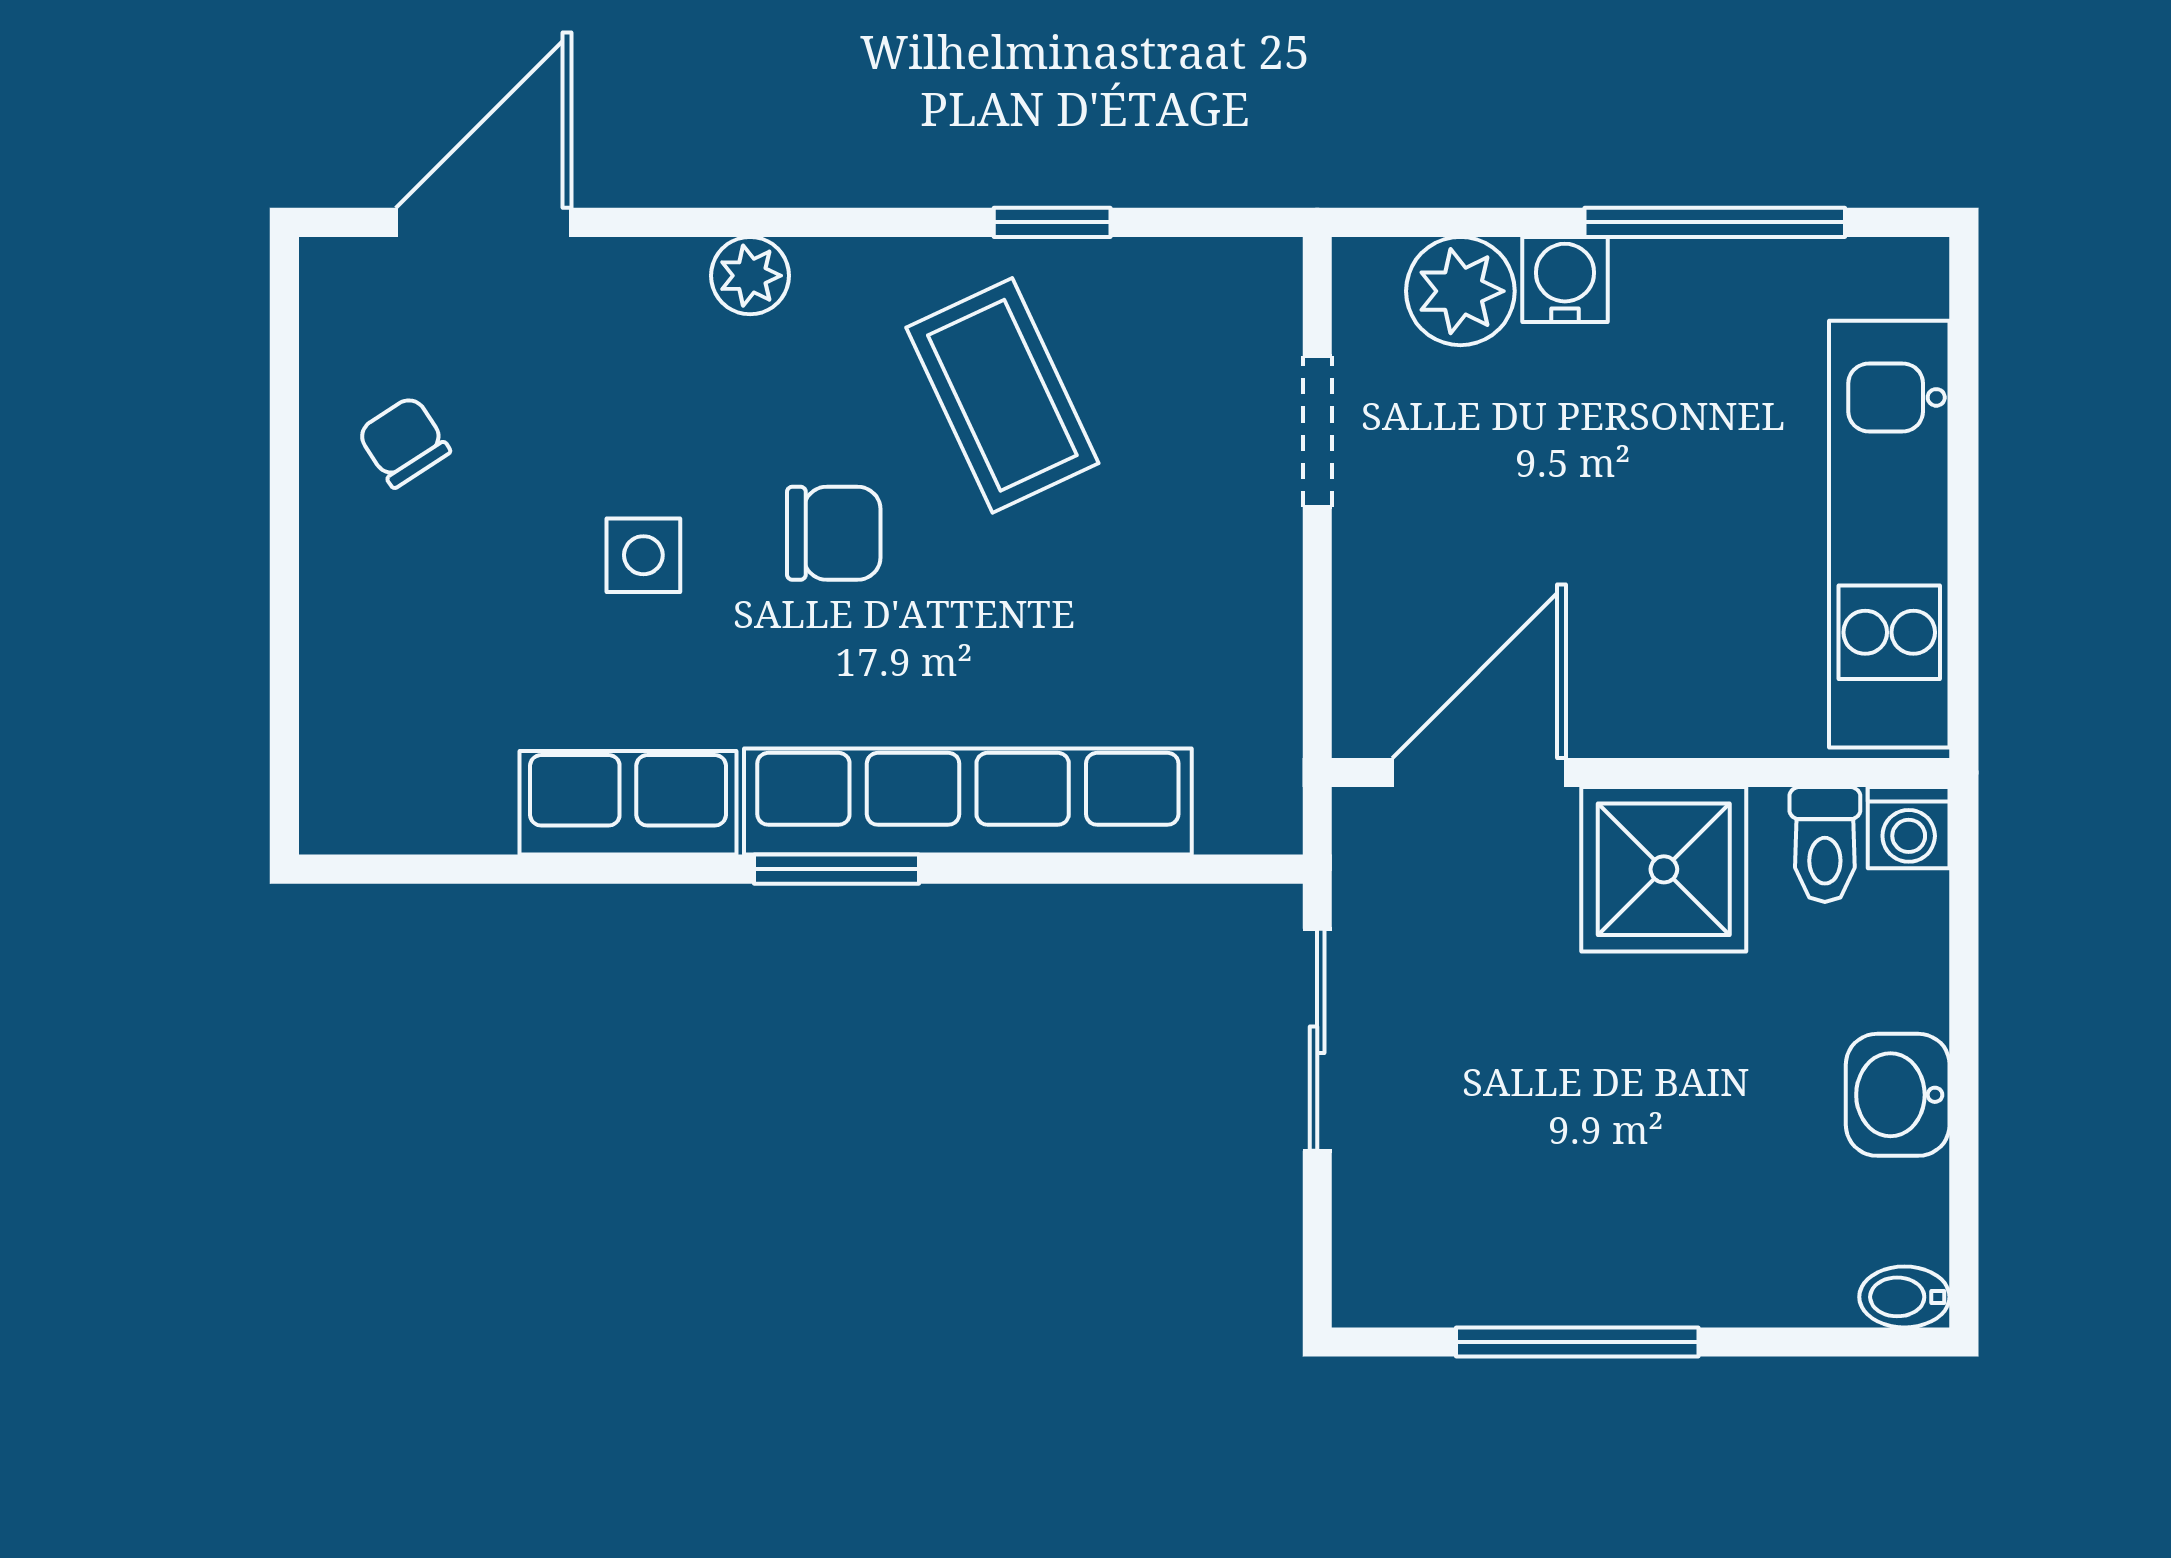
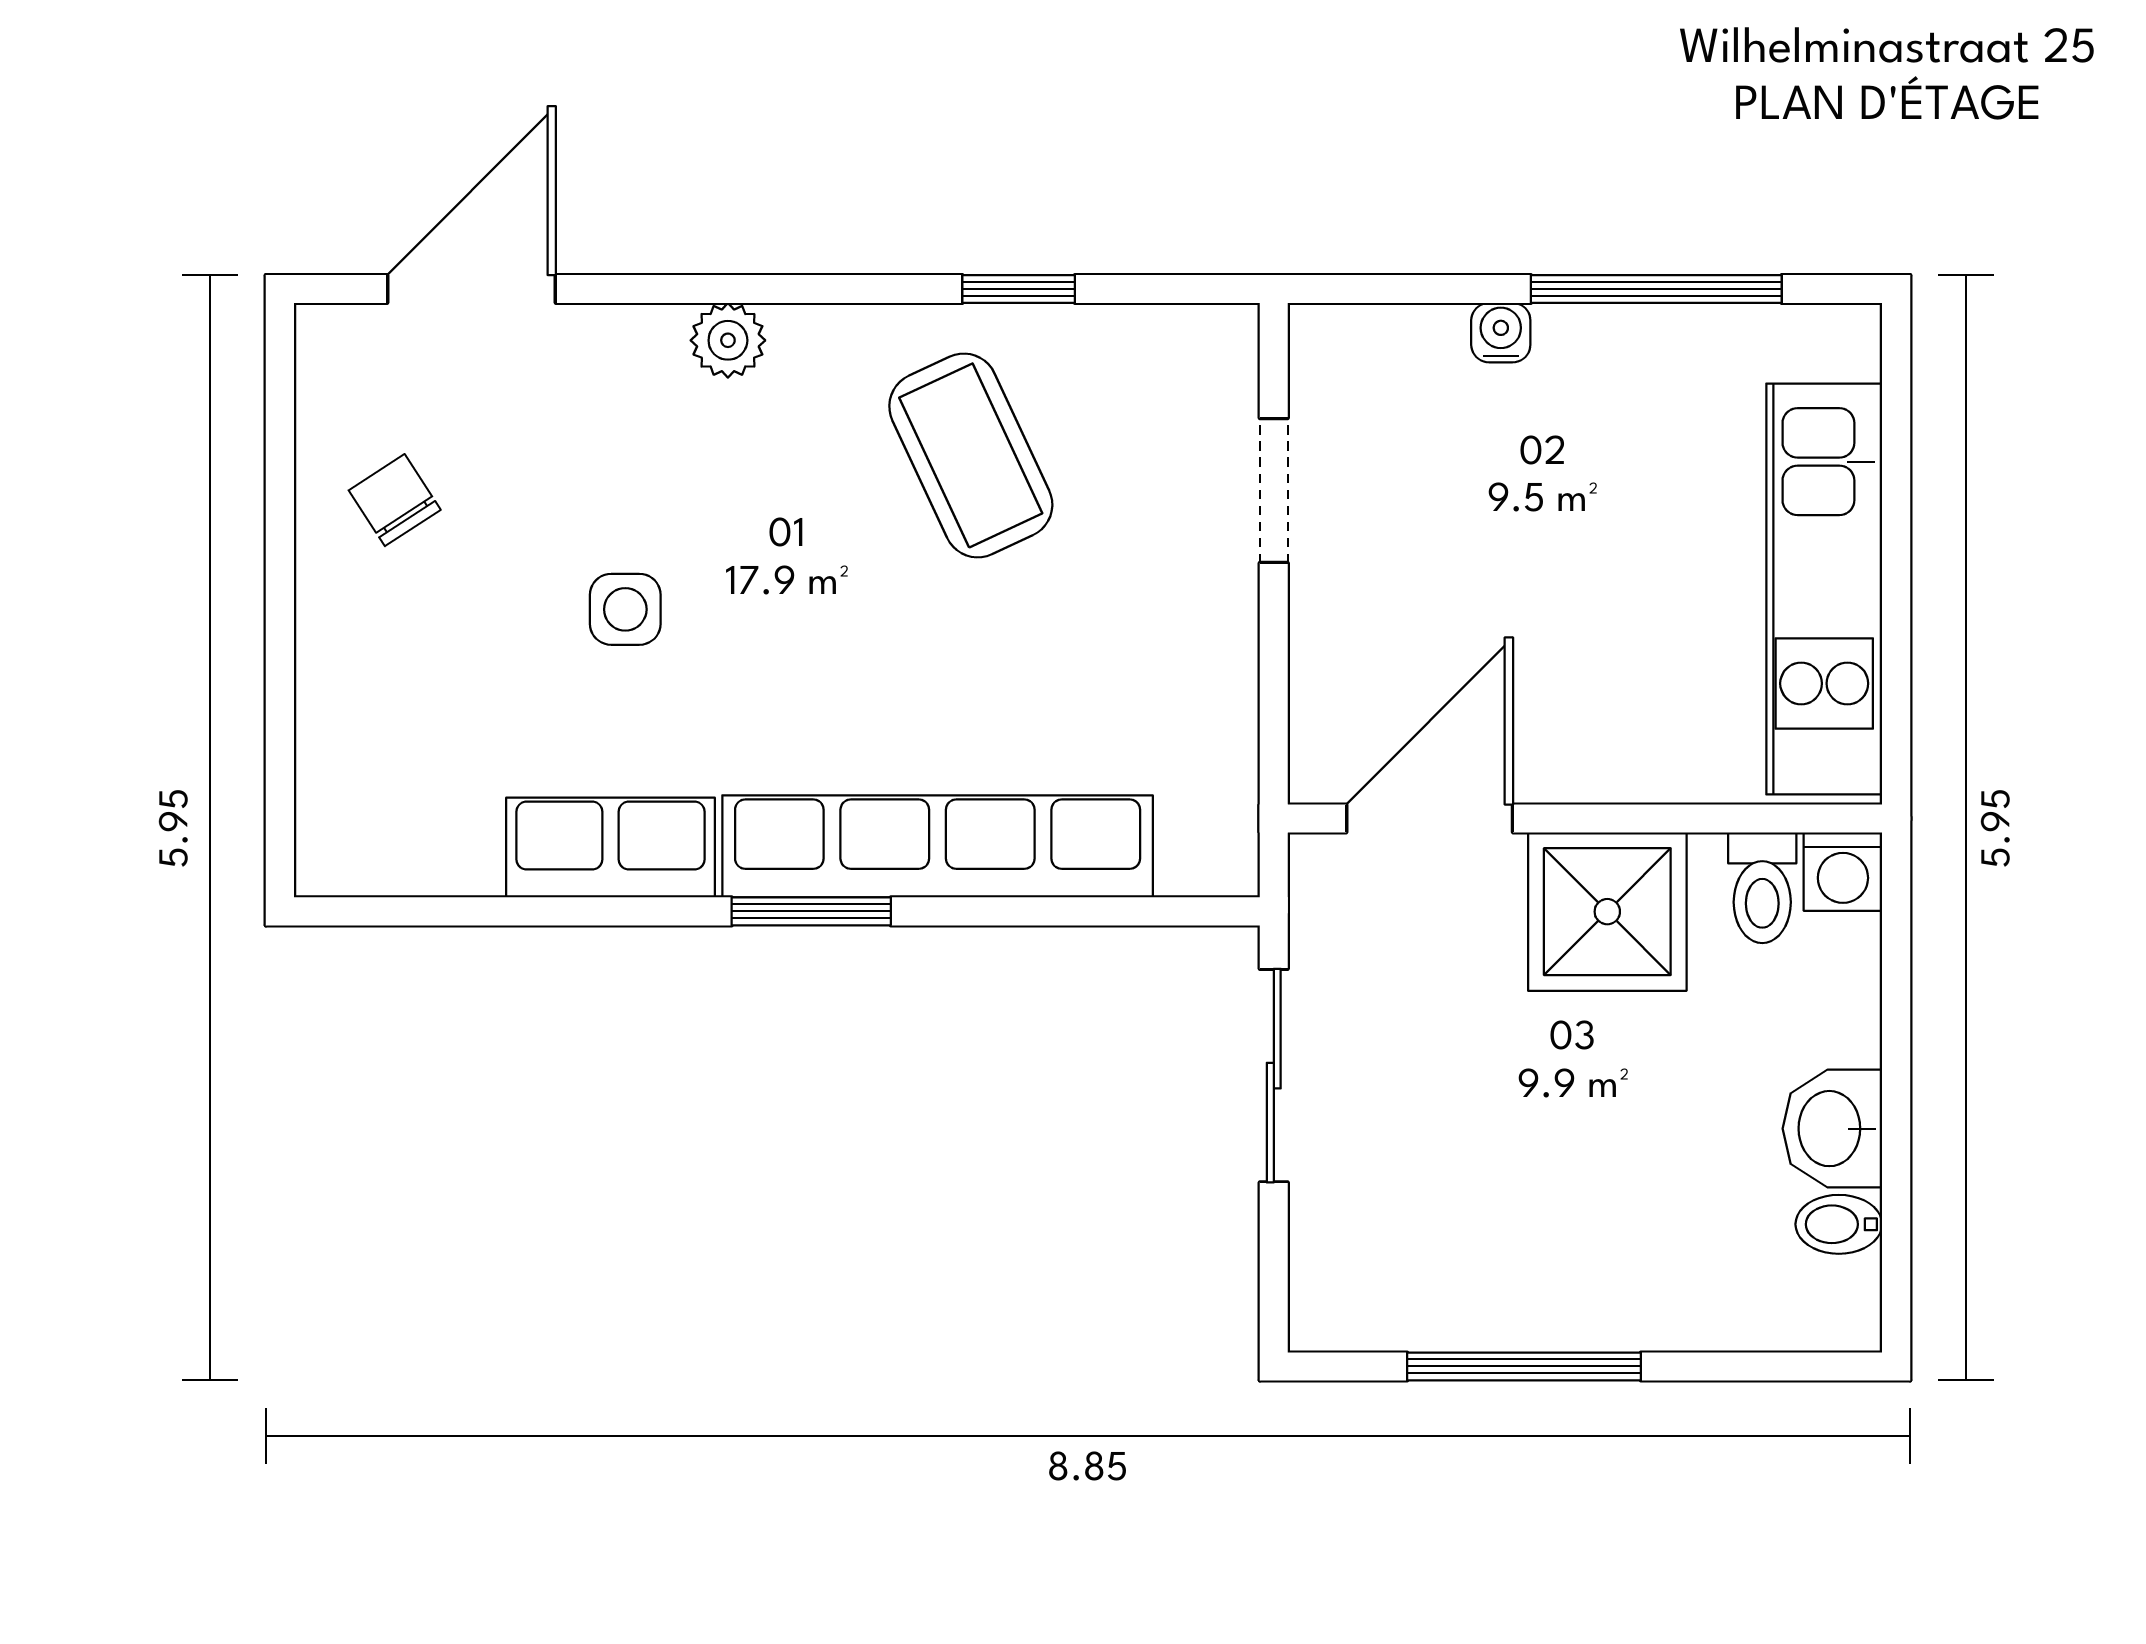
water cooler: (1565, 279) -> (1501, 333), width x0.72, depth x0.72
plant: (1460, 291) -> (1412, 355), removed
chair: (834, 533) -> (808, 588), removed
bidet: (1904, 1297) -> (1839, 1224), moved

